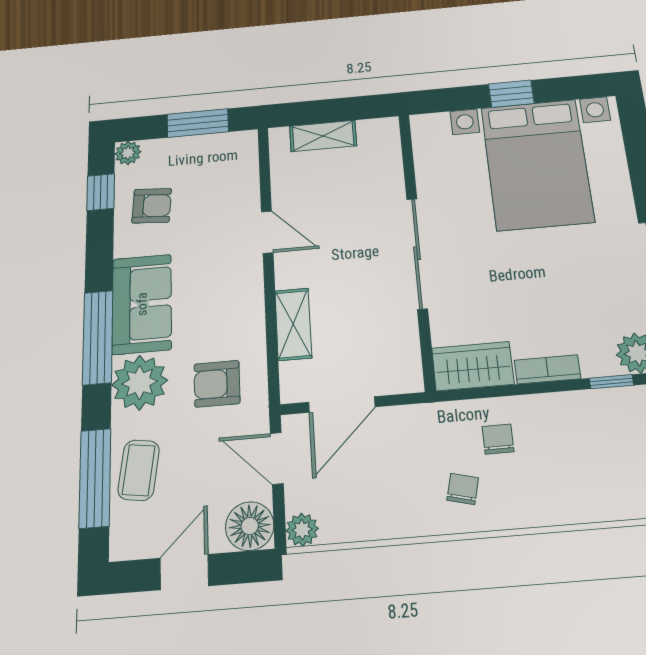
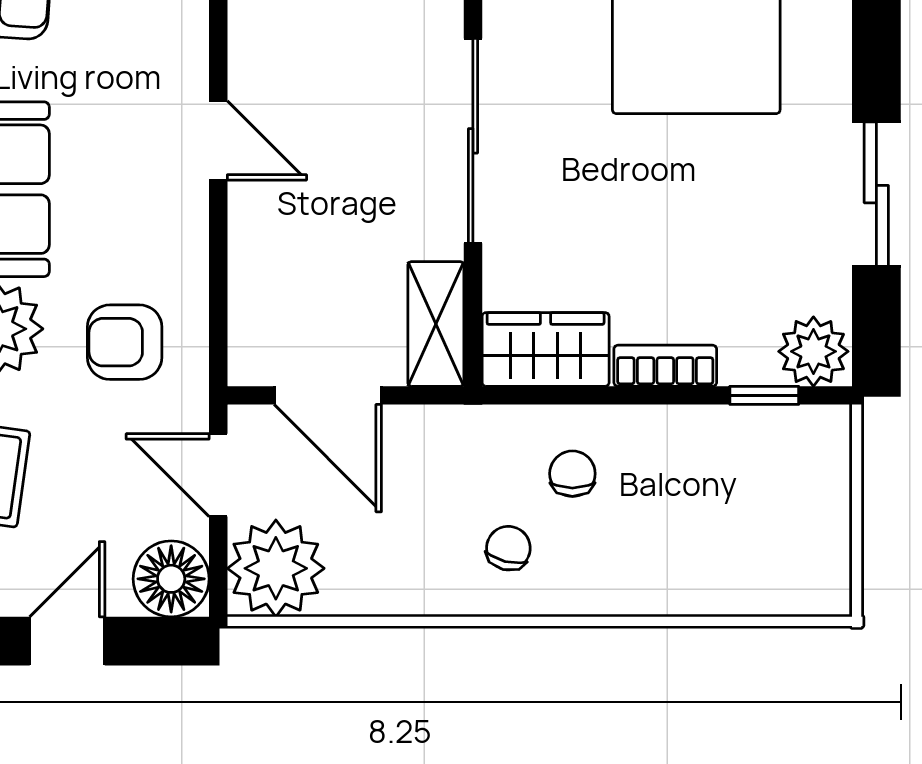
door: (267, 232) -> (218, 140), moved
shelving: (293, 324) -> (436, 324), moved
door: (342, 405) -> (328, 395), hinge flipped
plant: (302, 530) -> (276, 568), width x1.87, depth x1.87

